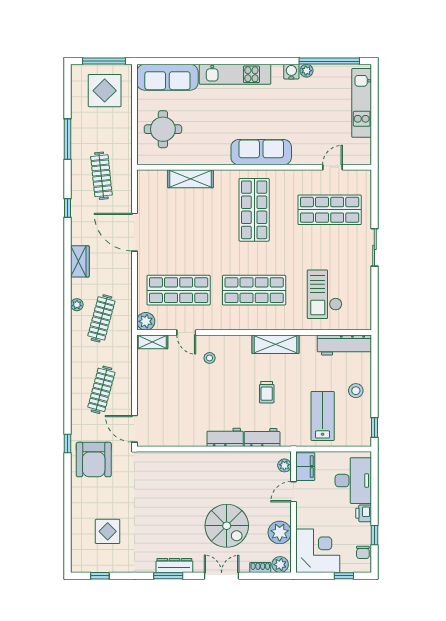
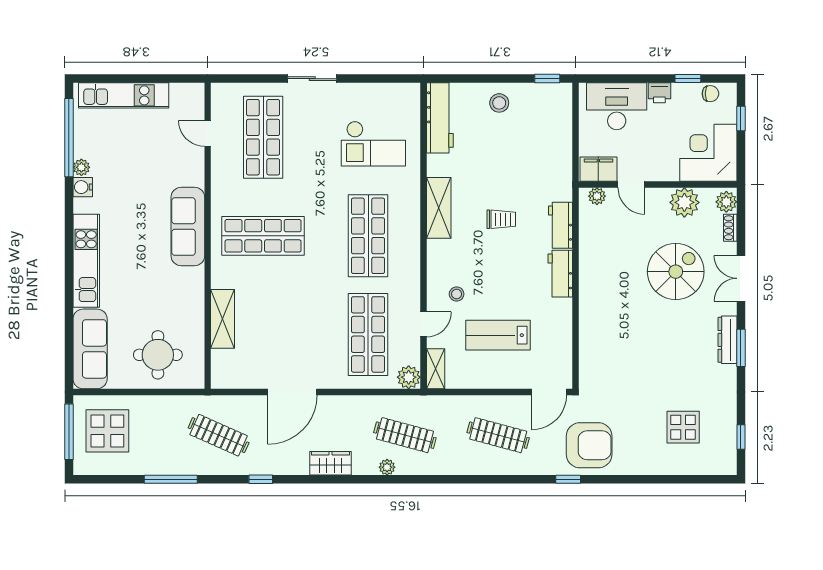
clothes rail: (101, 176) -> (219, 435), turned 30
lab bench: (323, 416) -> (498, 335), moved

